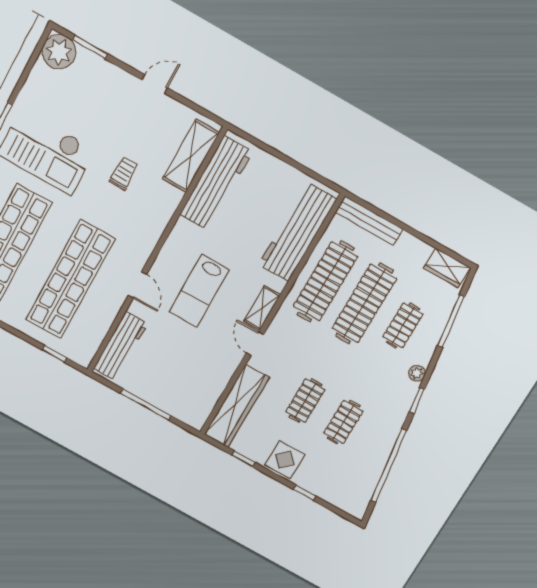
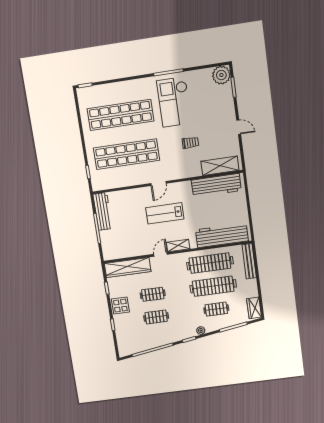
door: (137, 285) -> (158, 183), moved
workbench: (121, 346) -> (103, 211), moved, turned -90

